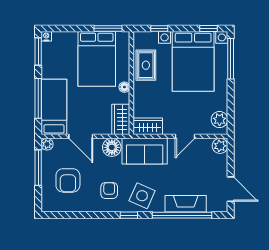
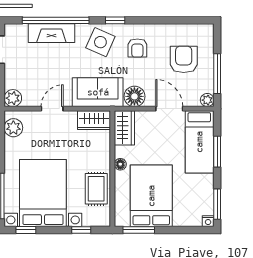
window: (38, 98) -> (217, 152), width x0.69

